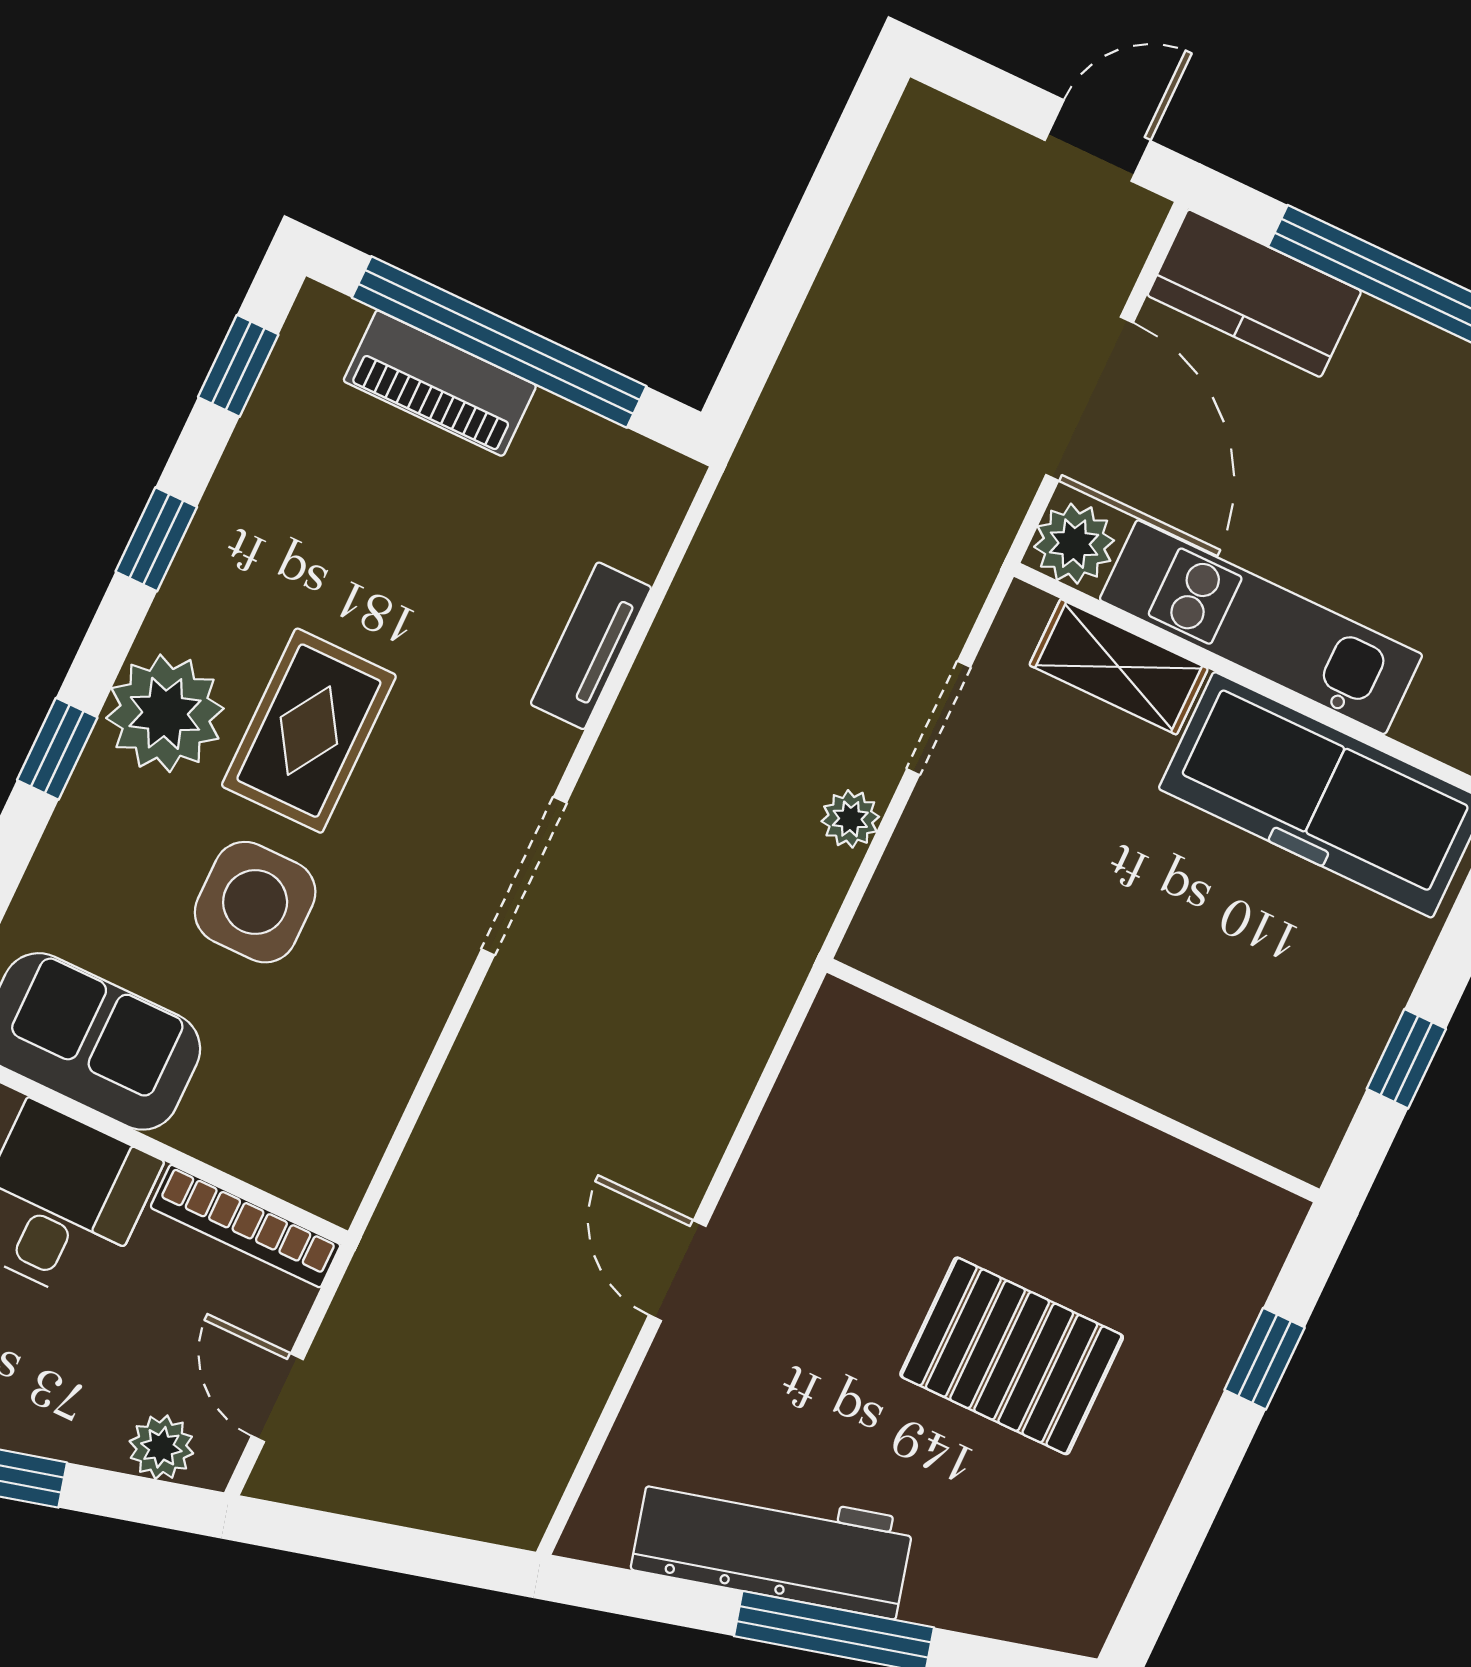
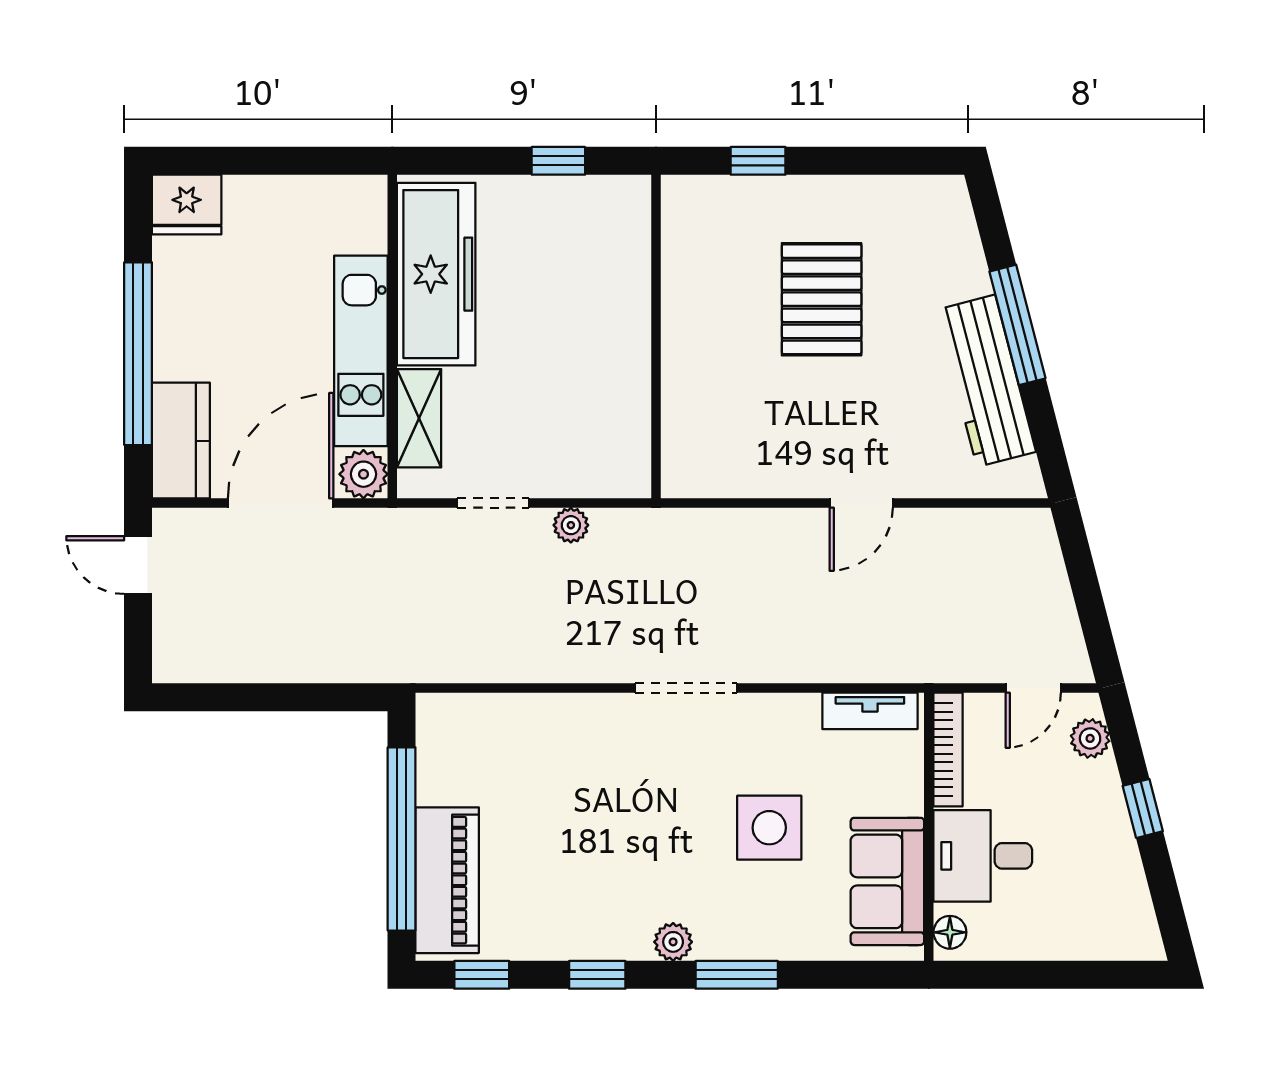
piano: (440, 383) -> (447, 880), width x1.37, depth x1.33
tv unit: (591, 646) -> (870, 711), moved
plant: (165, 713) -> (673, 942), width x0.53, depth x0.53
rug: (309, 731) -> (662, 842), removed
window: (57, 749) -> (737, 975), width x1.50

